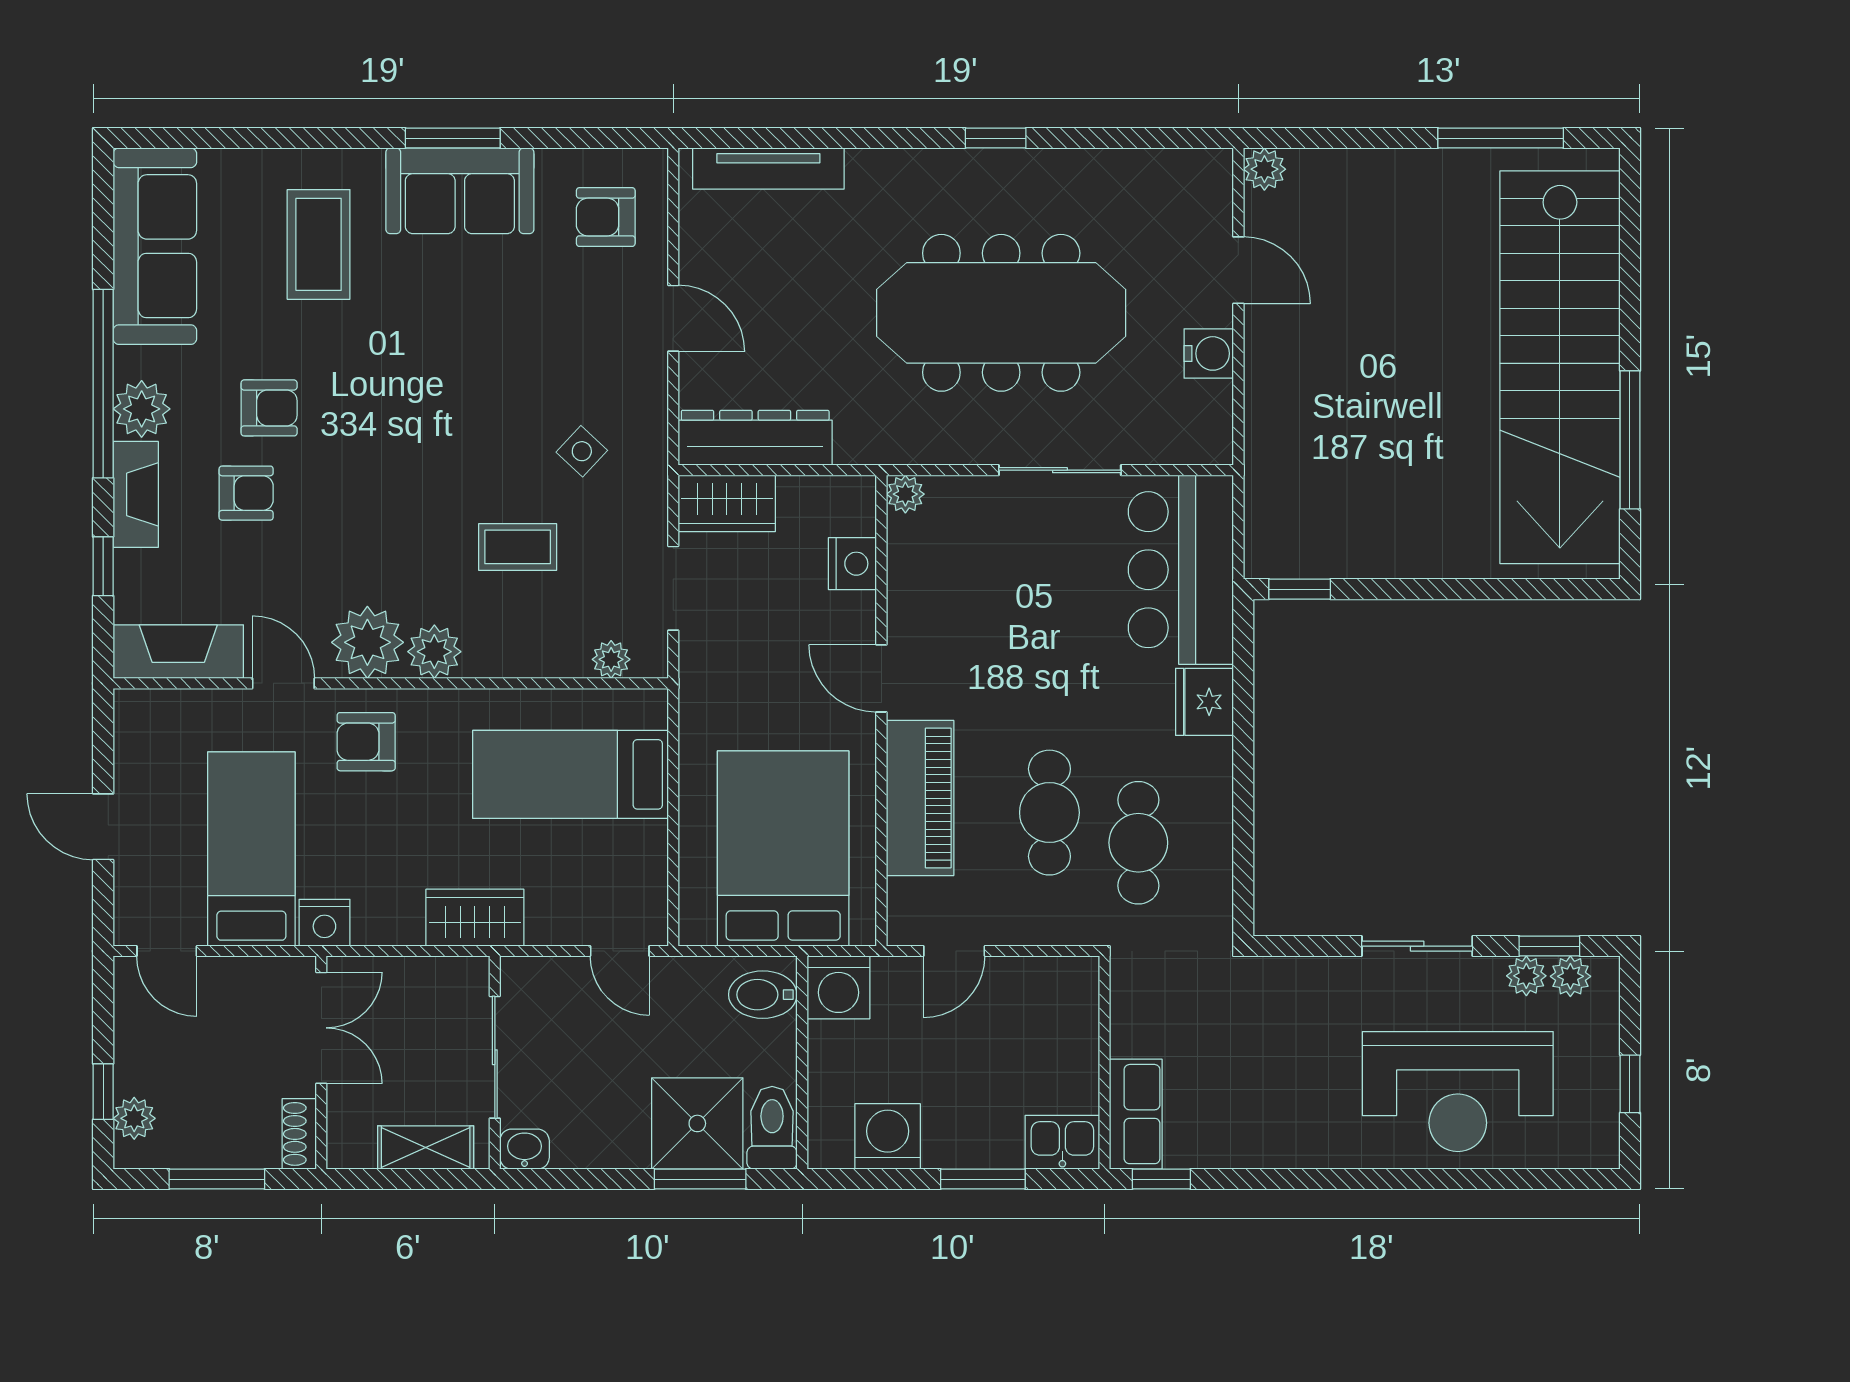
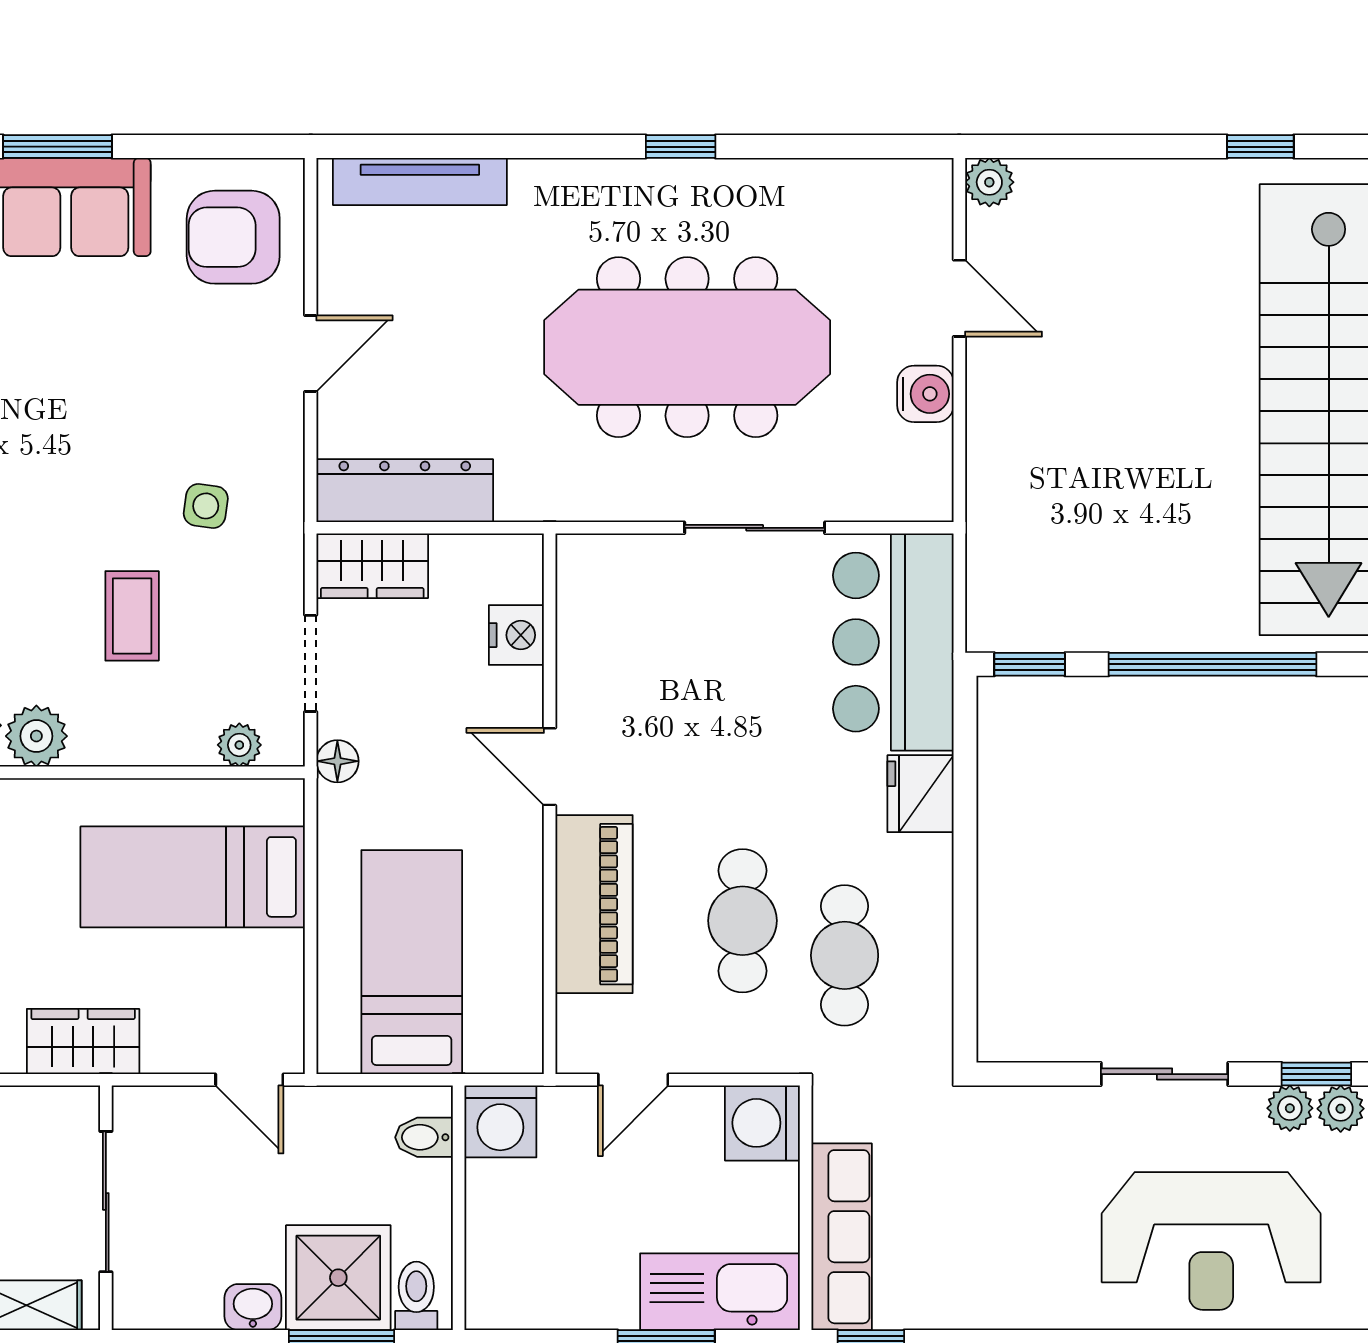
window: (1501, 138) -> (1260, 147), width x0.46
armchair: (606, 217) -> (233, 237), width x1.38, depth x1.38
door: (673, 318) -> (311, 353), hinge flipped
side table: (582, 451) -> (206, 506), turned -35
plant: (905, 494) -> (577, 555), removed
coffee table: (518, 547) -> (132, 616), turned 90
window: (1459, 589) -> (1212, 664), added
floor lamp: (697, 674) -> (337, 761), added
bed: (783, 849) -> (412, 962), width x0.67
bidet: (763, 995) -> (424, 1137), width x0.72, depth x0.74
row of seats: (1136, 1114) -> (842, 1237), width x1.48
toilet: (772, 1128) -> (416, 1296), width x0.73, depth x0.72
washing machine: (888, 1136) -> (762, 1123), moved, turned -90
kitchen sink: (1062, 1142) -> (720, 1292), width x1.88, depth x1.24
washbasin: (525, 1149) -> (253, 1307), moved

